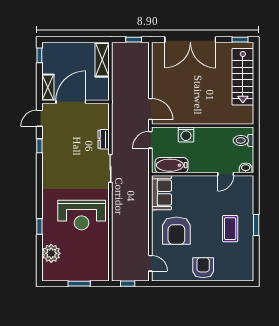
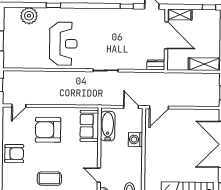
dresser: (104, 139) -> (156, 65), moved
sofa: (161, 193) -> (89, 126), moved, turned 90
reception desk: (82, 215) -> (63, 44), turned 180

